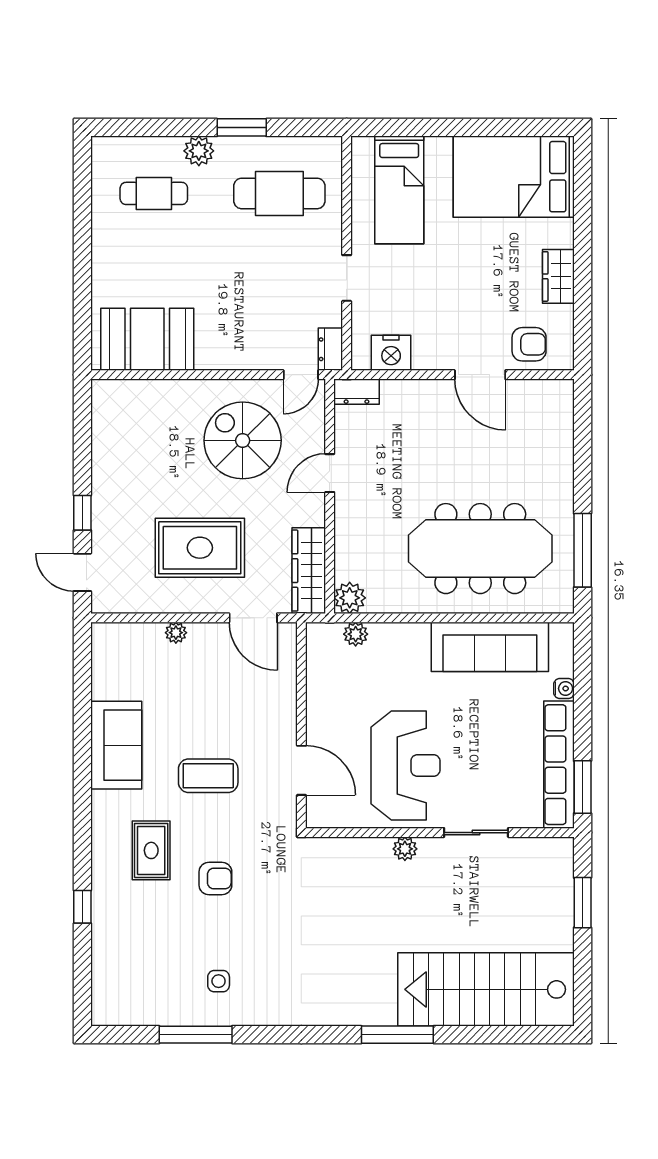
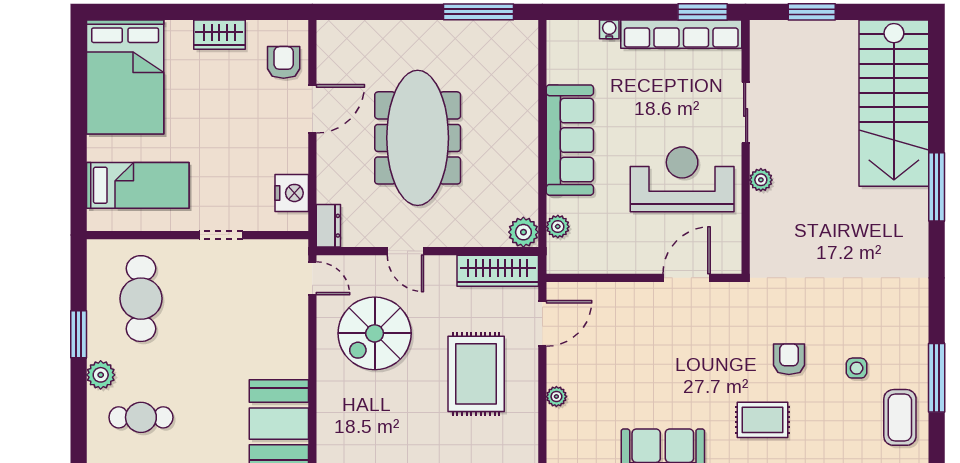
cafe table: (154, 193) -> (141, 417), turned 90
dresser: (330, 349) -> (288, 250), removed
meeting table: (480, 549) -> (418, 138), moved
sofa: (490, 647) -> (570, 140), moved
coffee table: (208, 776) -> (900, 417), moved
side table: (219, 981) -> (857, 368), moved

